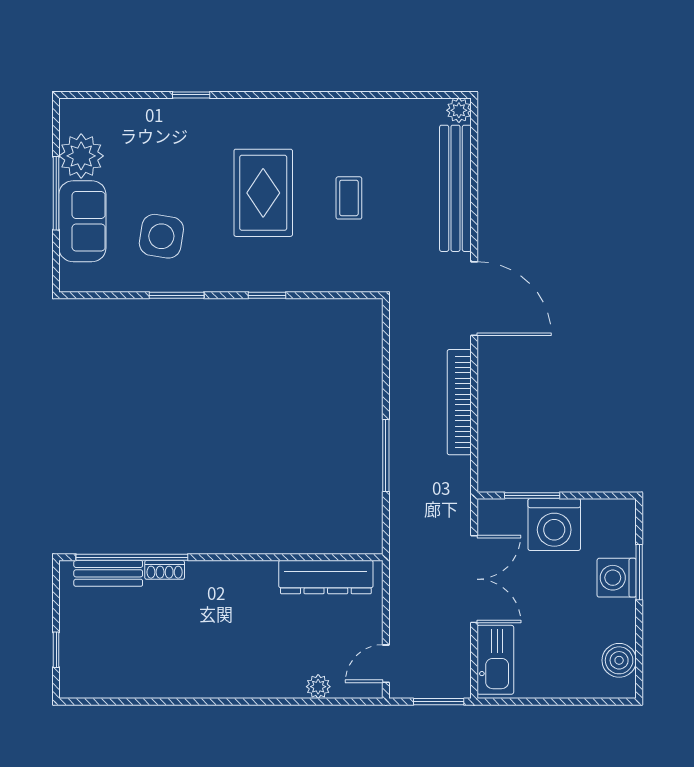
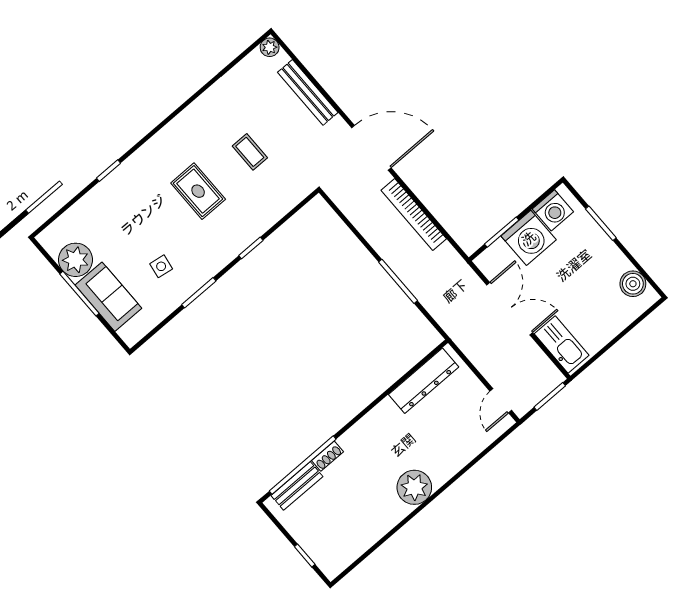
bench: (455, 188) -> (308, 92), width x0.73, depth x0.82
rug: (263, 193) -> (198, 191), width x0.73, depth x0.70
side table: (161, 236) -> (161, 266), width x0.54, depth x0.54
washing machine: (617, 578) -> (553, 210), moved, turned -90
plant: (318, 687) -> (414, 487), moved, width x1.87, depth x1.87

